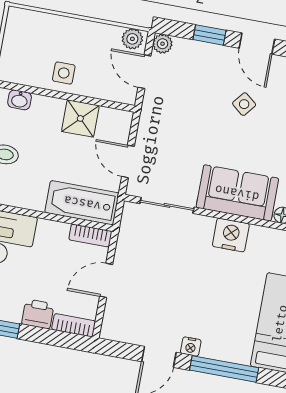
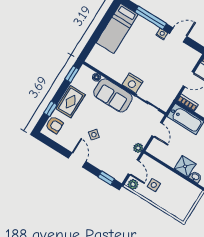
window: (209, 35) -> (106, 178), moved
plant: (162, 44) -> (138, 148), moved
side table: (64, 73) -> (154, 185), moved
shower: (80, 118) -> (185, 166), moved
nightstand: (231, 235) -> (133, 83), moved

